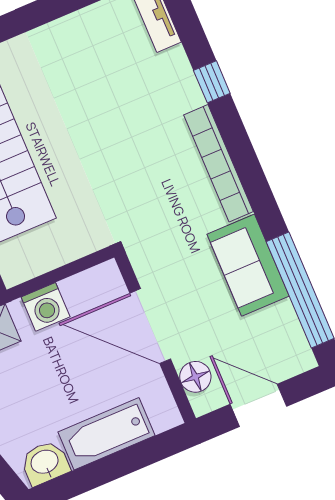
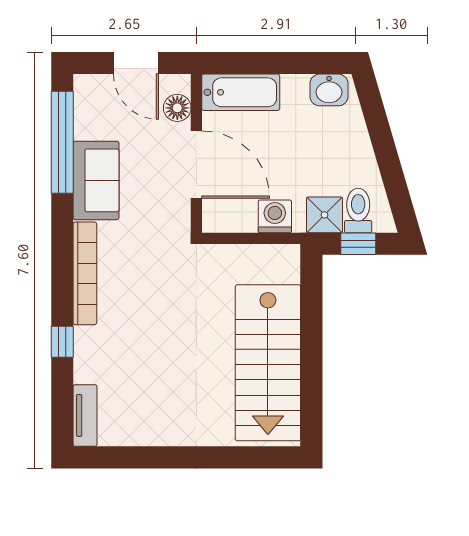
bathtub: (106, 434) -> (241, 92), moved

